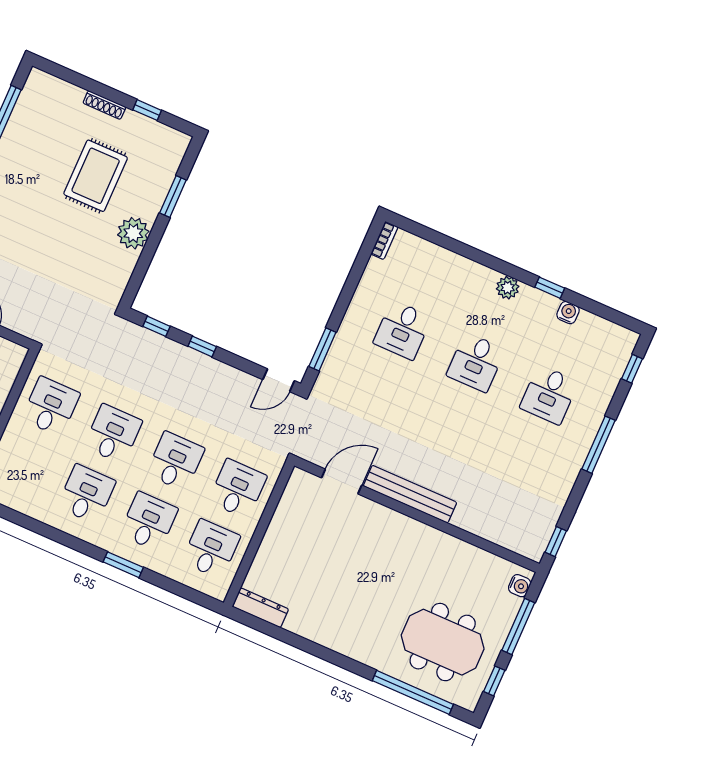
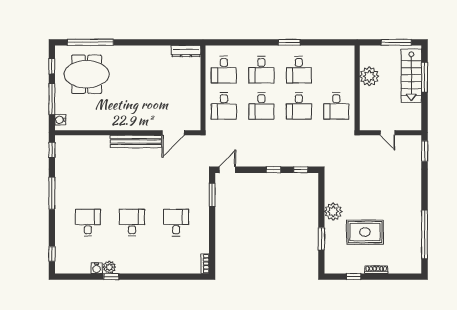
rug: (96, 176) -> (365, 232), turned 90
plant: (508, 288) -> (109, 267), moved
window: (599, 445) -> (52, 193), moved
window: (123, 565) -> (289, 42), moved

